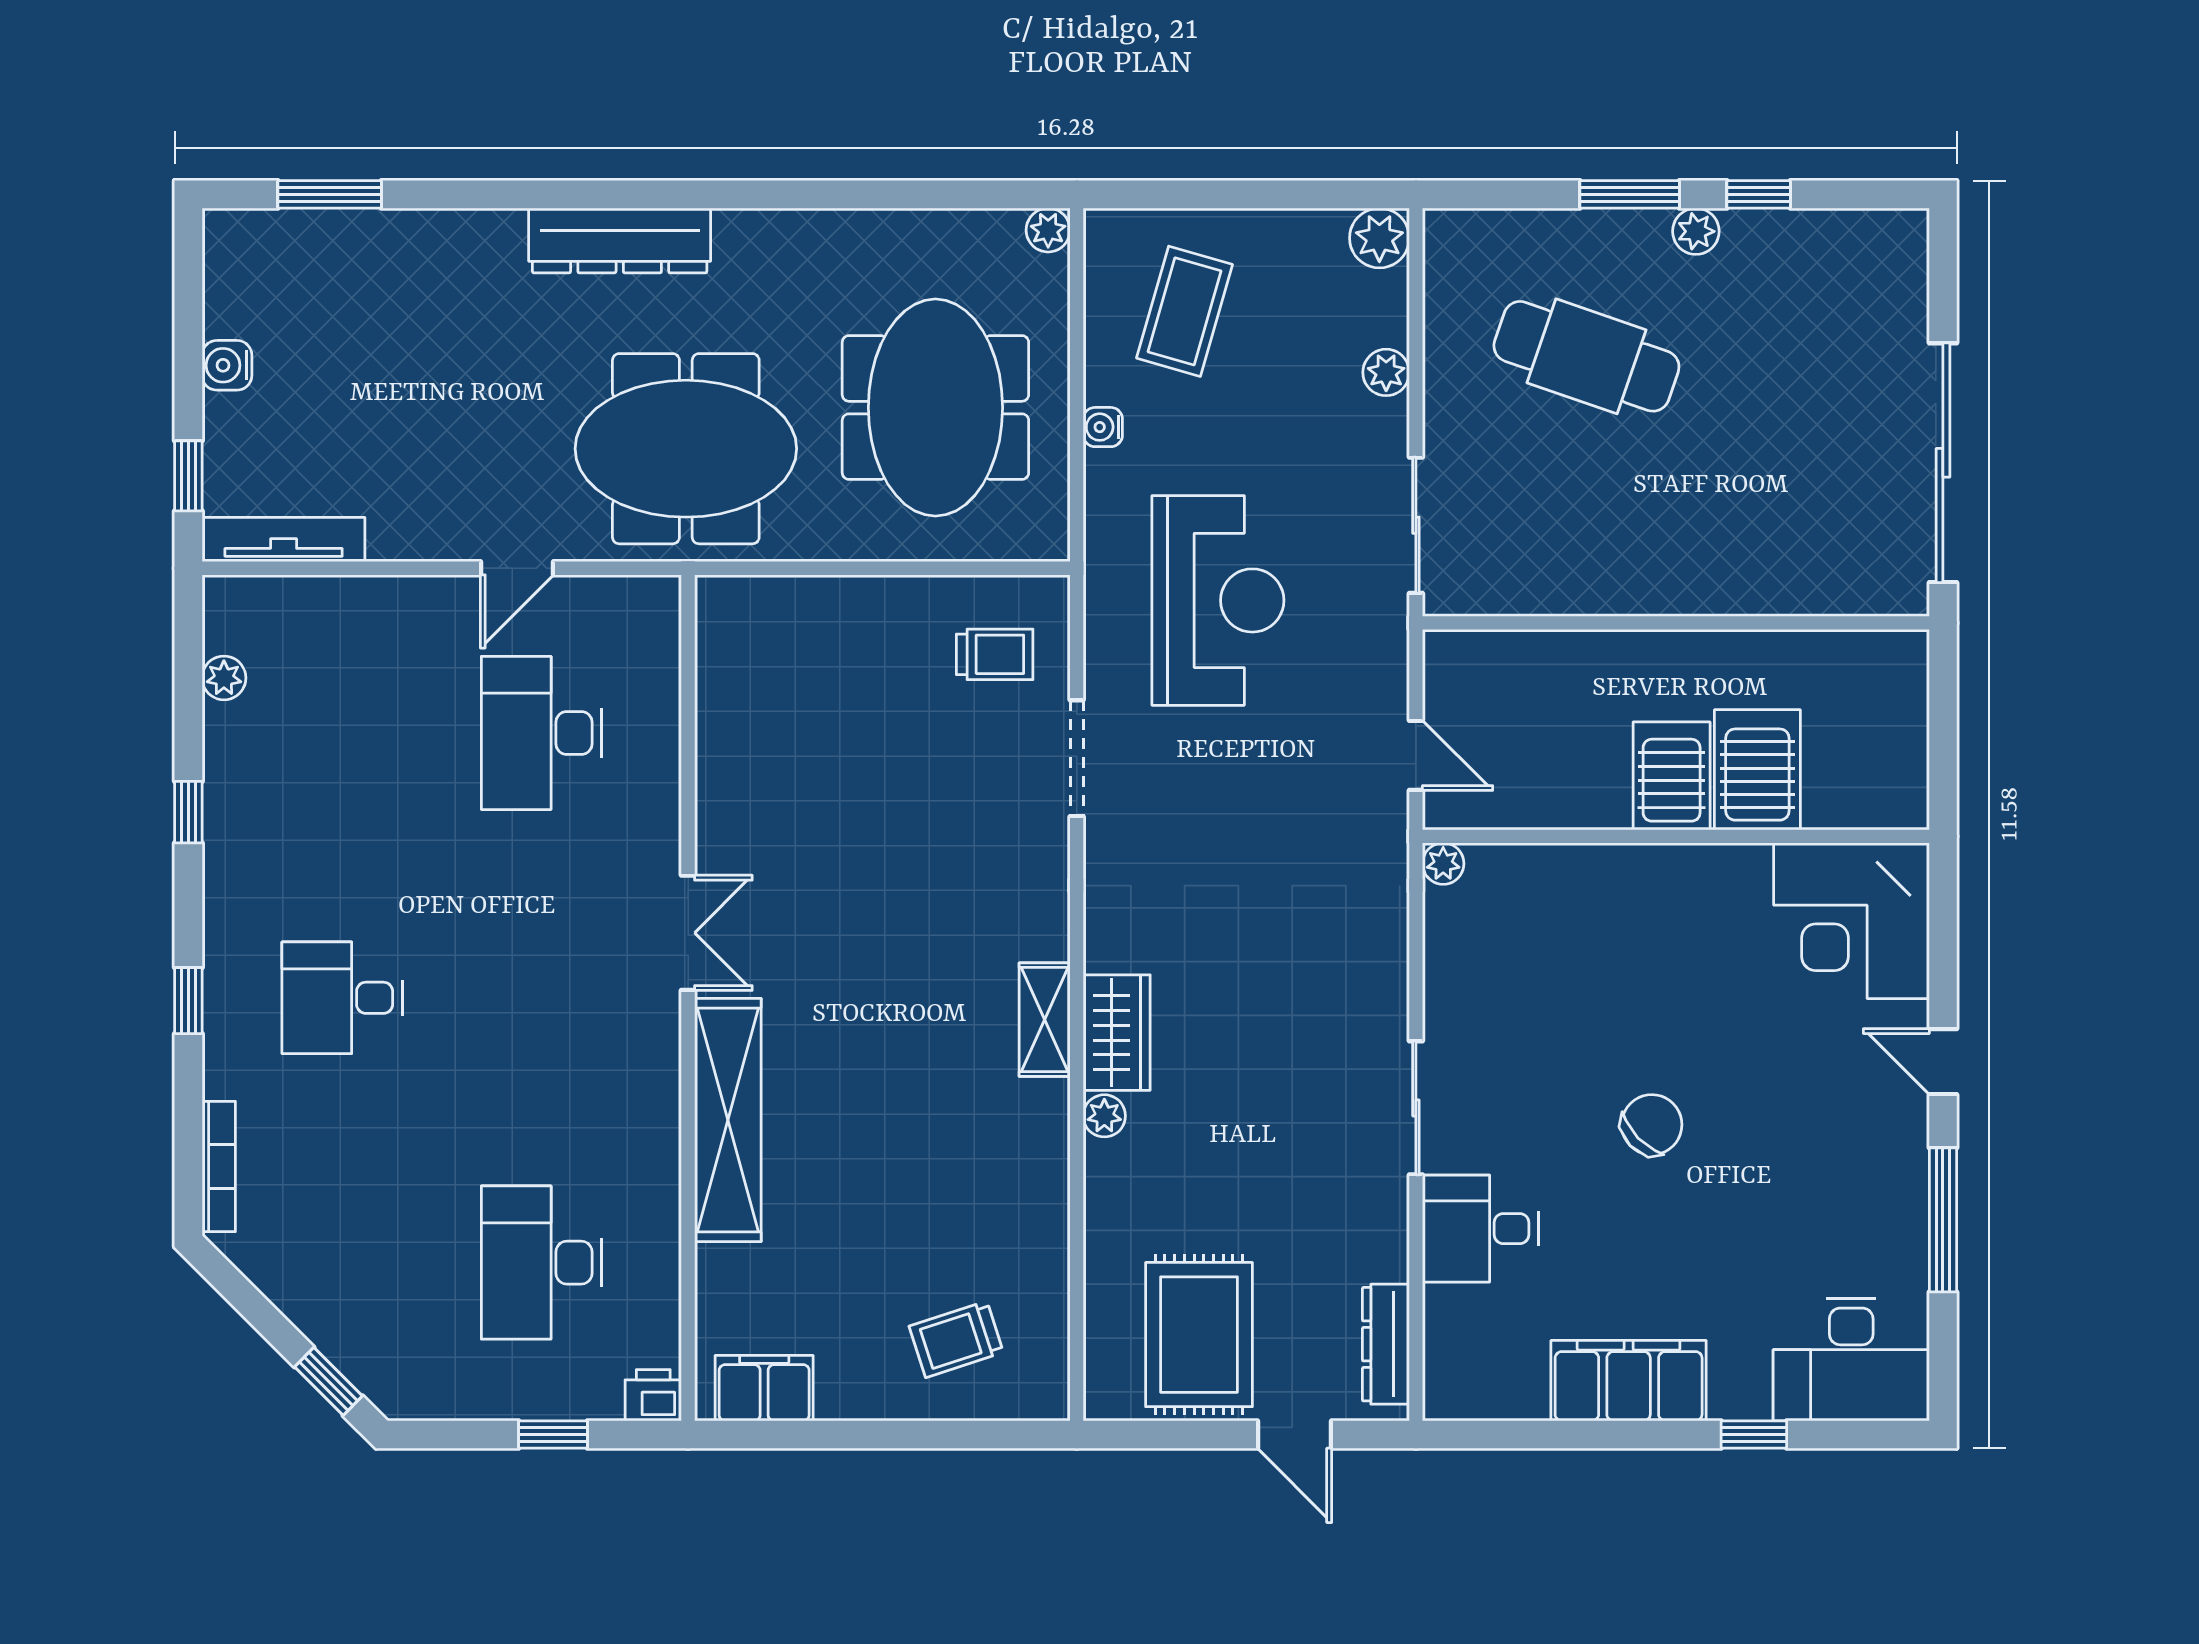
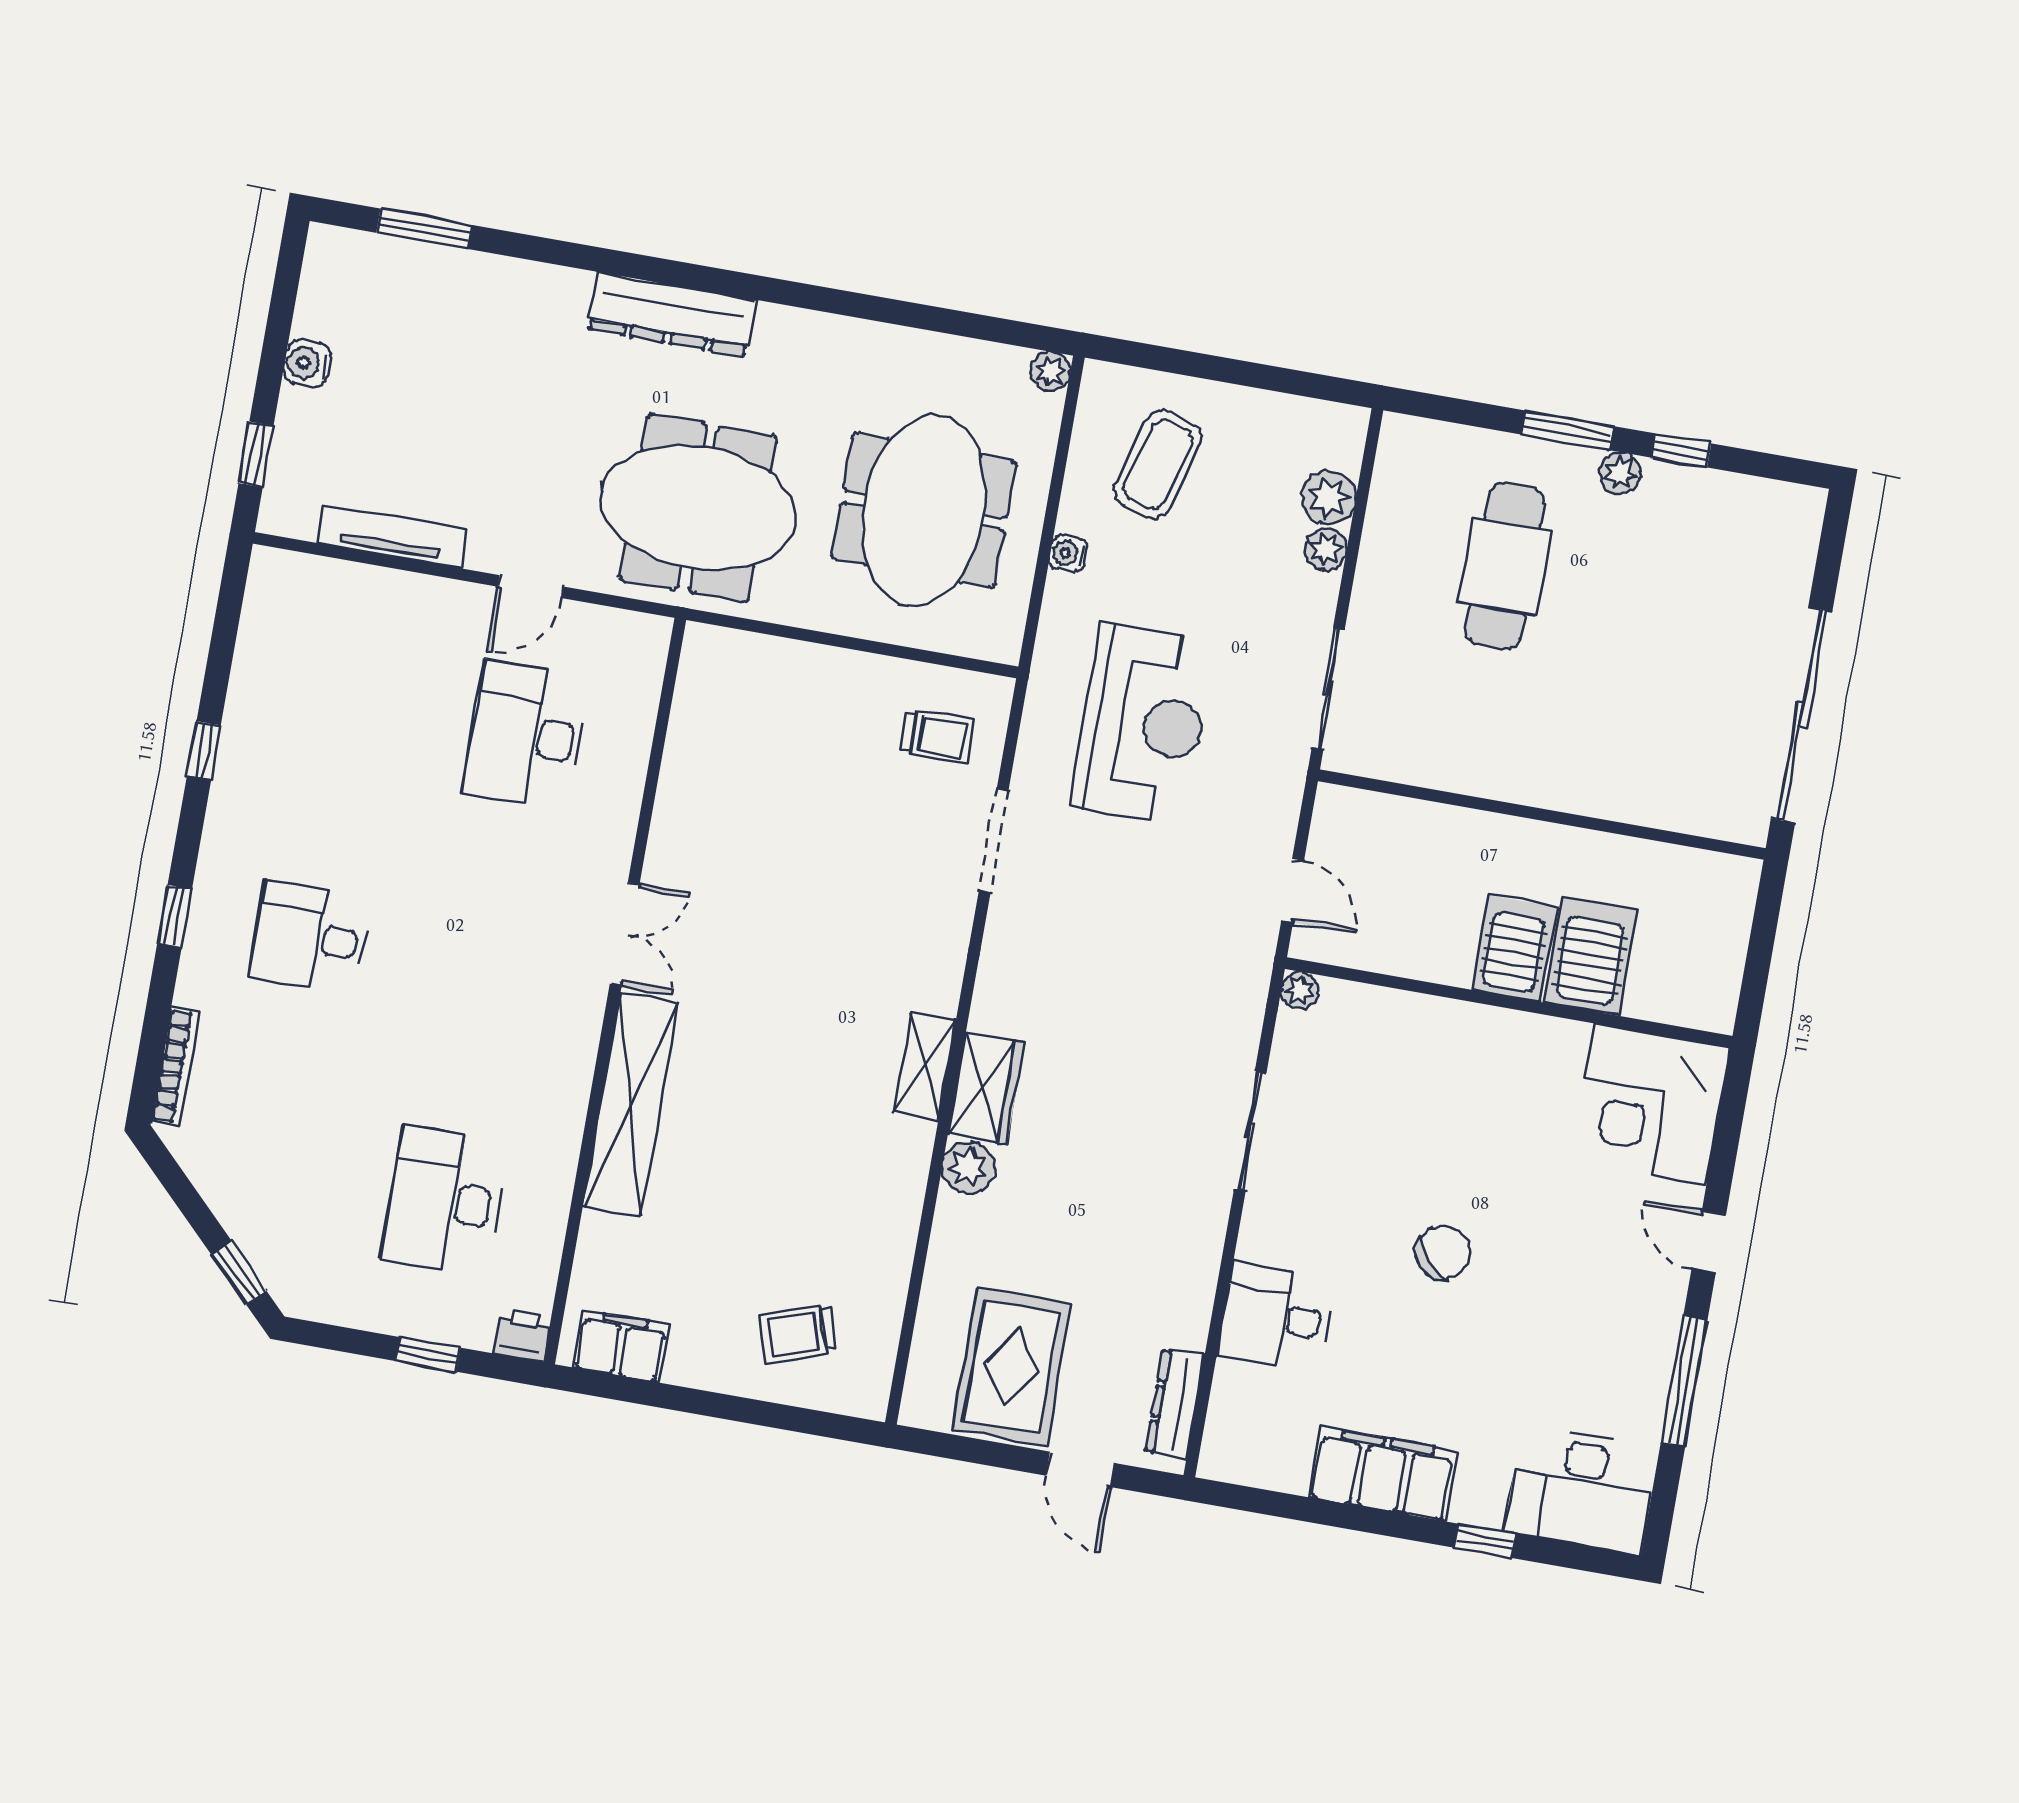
plant: (1379, 238) -> (1329, 498), moved
cafe table: (1586, 356) -> (1505, 566), turned 71
tv unit: (284, 540) -> (392, 536), moved
plant: (224, 678) -> (256, 638), removed
sliding door: (1416, 1108) -> (1250, 1131), moved
plant: (1104, 1116) -> (968, 1168), width x1.38, depth x1.38

